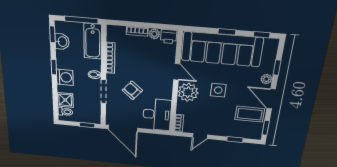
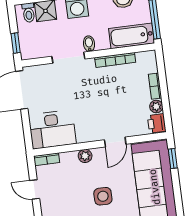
window: (227, 32) -> (173, 159), moved
armchair: (132, 90) -> (79, 93), removed
plant: (188, 92) -> (85, 156), width x0.53, depth x0.53

